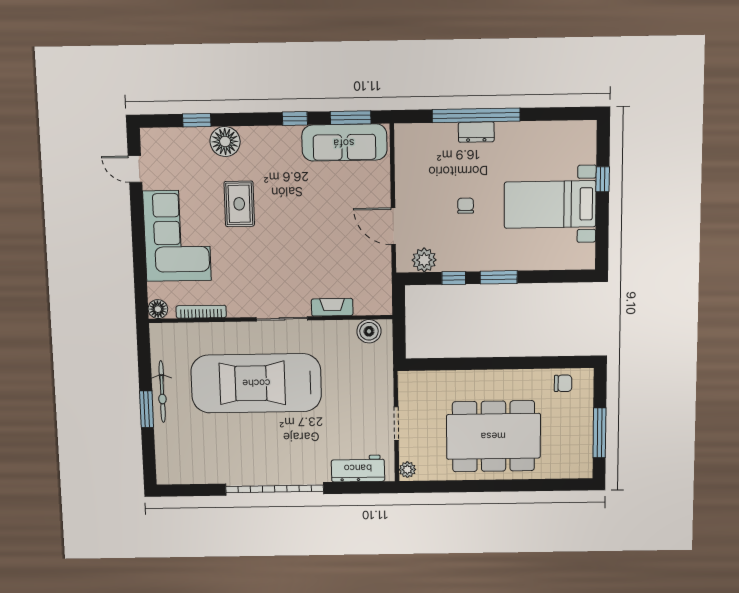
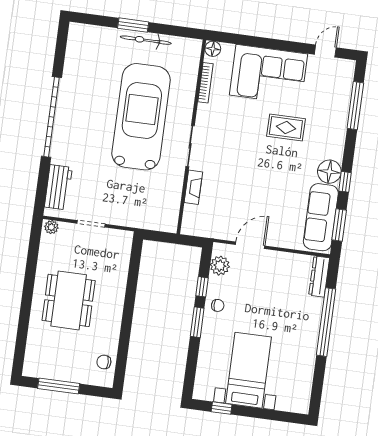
window: (197, 120) -> (355, 106), width x2.17
dresser: (476, 132) -> (319, 276), moved, width x1.44
floor lamp: (225, 142) -> (329, 172), moved
window: (603, 179) -> (222, 408), moved
chair: (466, 206) -> (218, 305), moved
boiler: (369, 331) -> (170, 213), removed
chair: (563, 383) -> (104, 362), turned 90
dining table: (493, 436) -> (69, 300), width x0.73, depth x0.80

